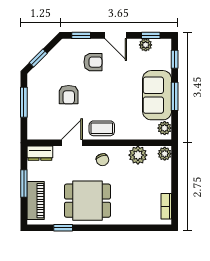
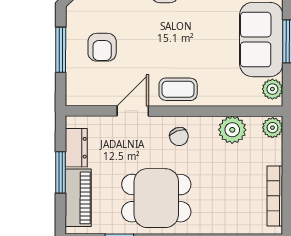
armchair: (69, 95) -> (102, 47), moved
dresser: (40, 153) -> (76, 148), moved, turned -90
bookcase: (166, 206) -> (275, 196), width x1.56

